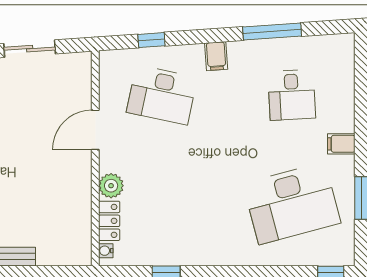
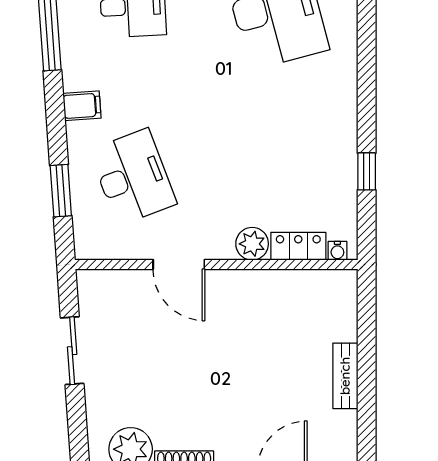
window: (151, 40) -> (61, 191), width x1.50
desk: (162, 95) -> (133, 177), turned -33

